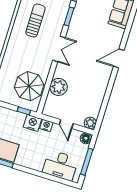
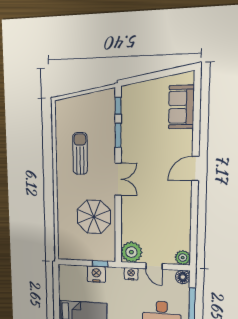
parasol: (29, 86) -> (94, 217), moved
plant: (59, 87) -> (131, 252), moved
nightstand: (32, 123) -> (96, 274), moved

